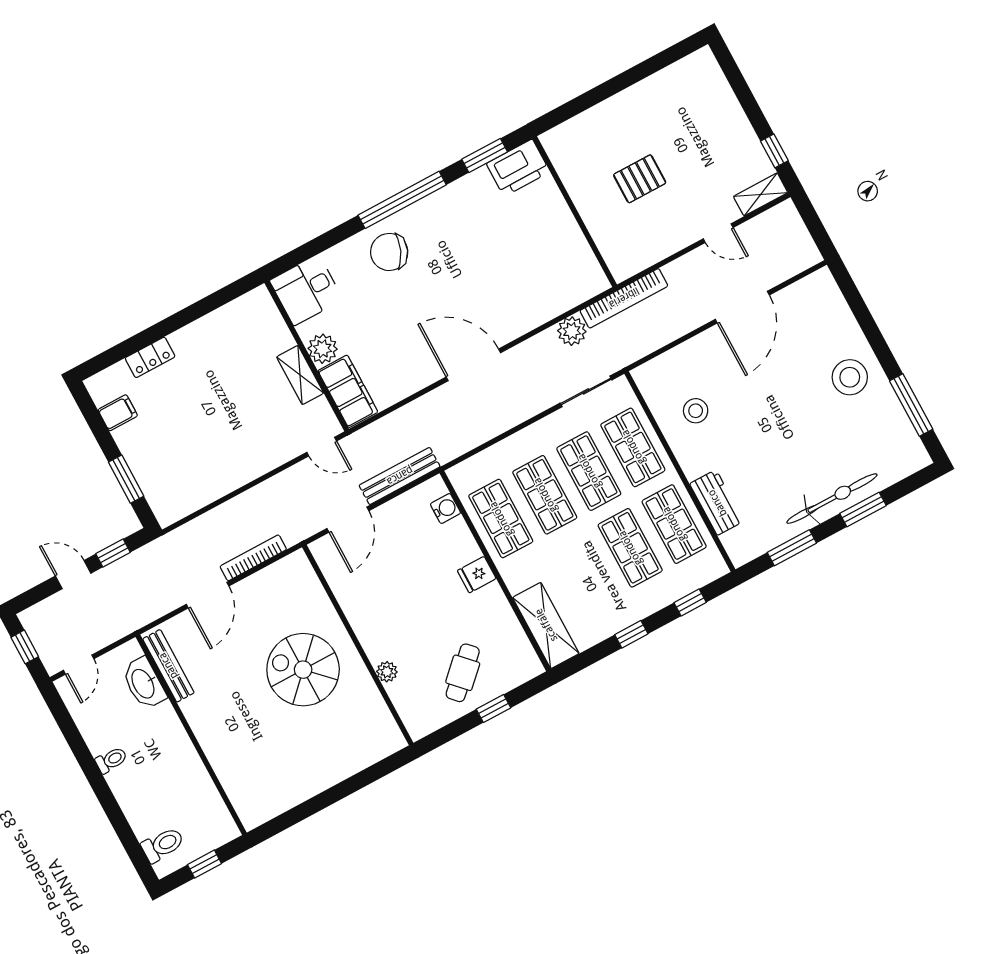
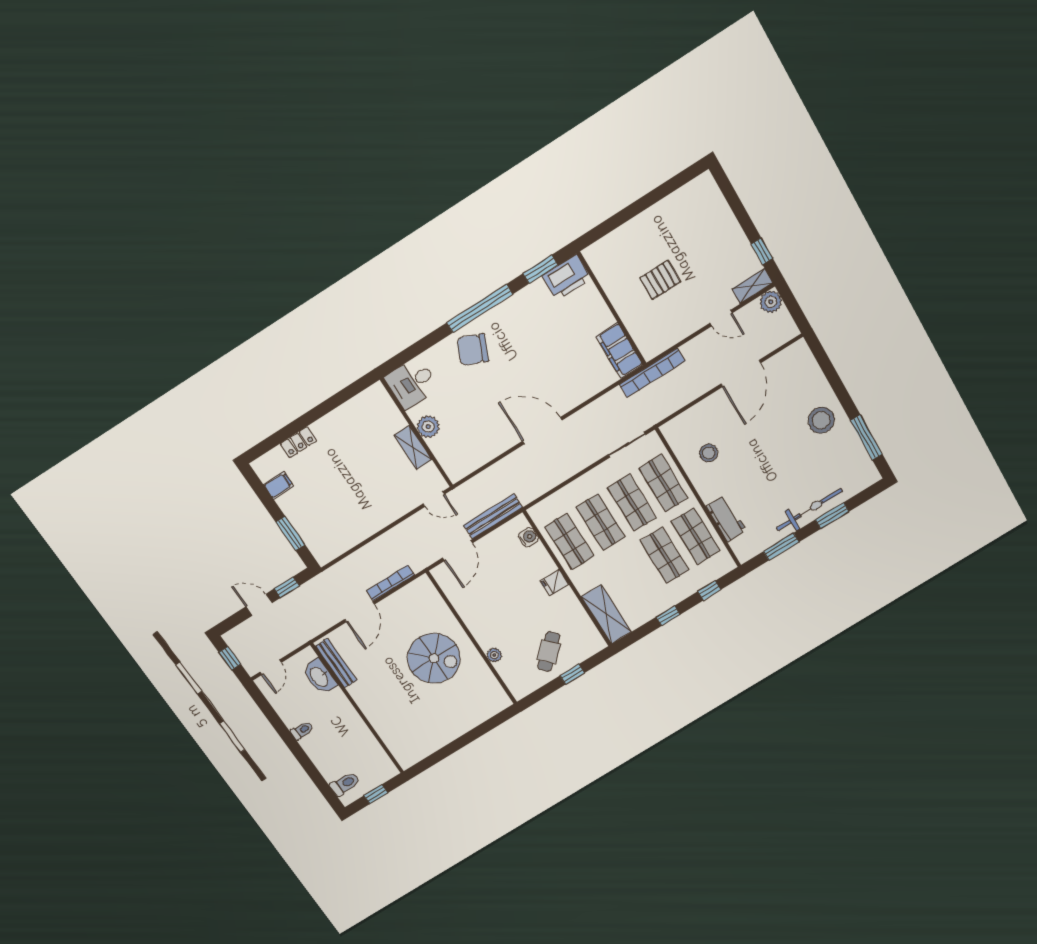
plant: (572, 331) -> (771, 302), moved
filing cabinet: (348, 391) -> (619, 351), moved, turned 180
spiral stairs: (303, 670) -> (434, 658), turned 180

